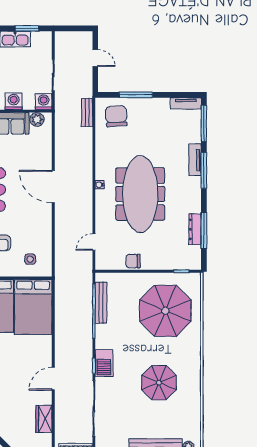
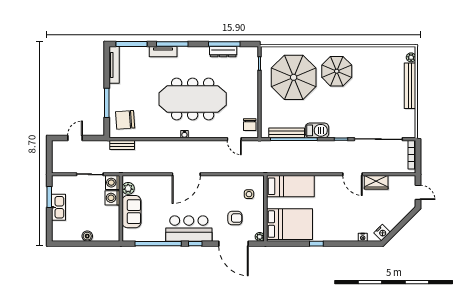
washing machine: (14, 101) -> (112, 198), moved
tv unit: (186, 103) -> (114, 65), width x1.41
chair: (133, 261) -> (250, 125), moved
bed: (33, 307) -> (290, 186), width x0.67
barbecue: (104, 363) -> (317, 130), moved
parasol: (159, 383) -> (337, 71), moved
wardrobe: (44, 419) -> (376, 182), moved

